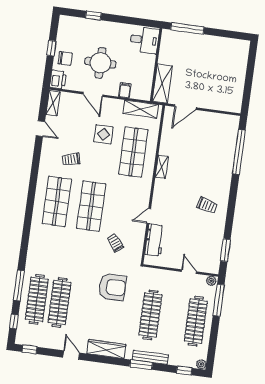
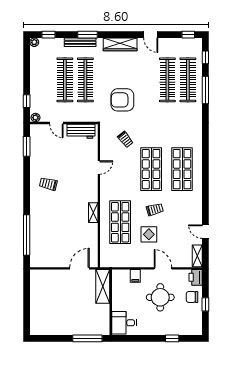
shelving: (141, 109) -> (119, 261), removed
trolley: (71, 159) -> (155, 209), moved
workbench: (155, 240) -> (81, 131), moved, turned -90
window: (219, 300) -> (27, 101), width x0.46
clothes rail: (196, 321) -> (65, 80), moved

